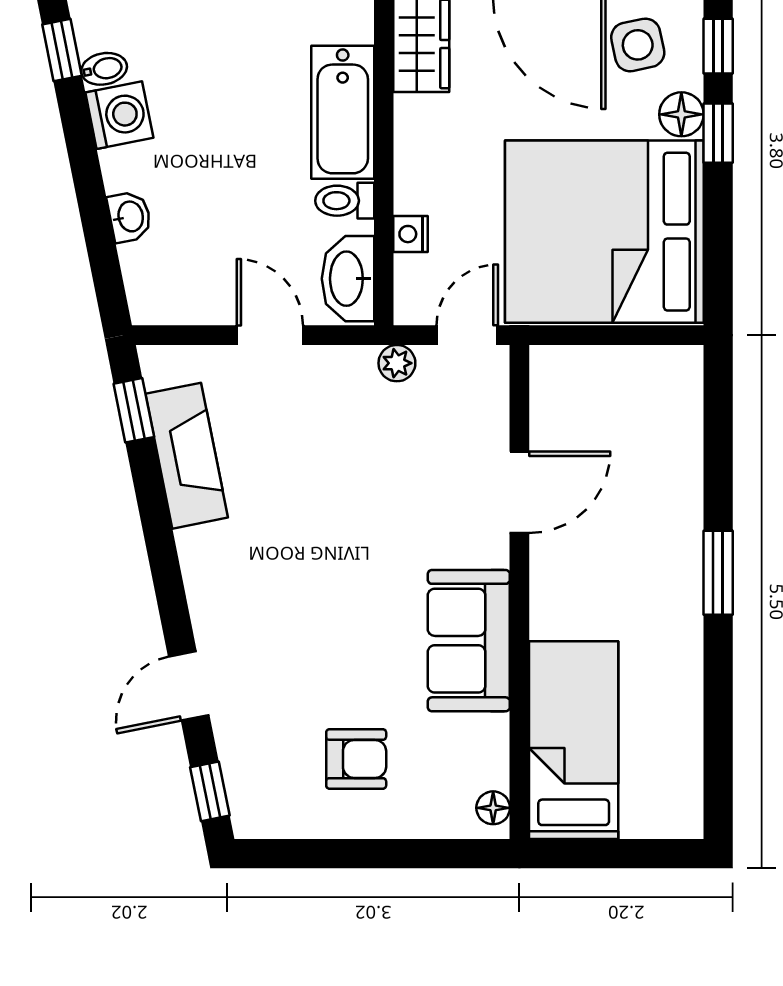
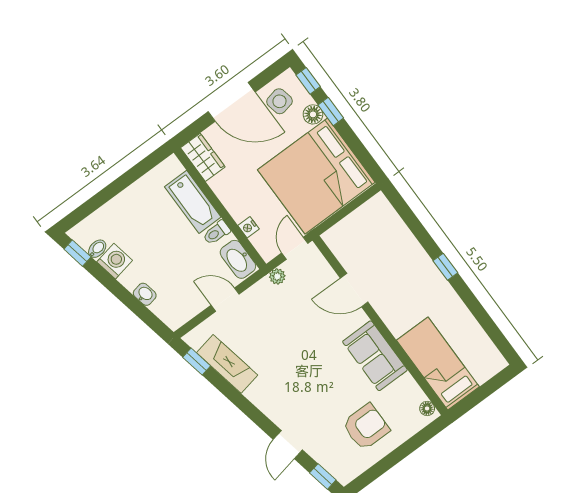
door: (519, 492) -> (354, 290), swing flipped
window: (718, 573) -> (445, 267), width x0.67
armchair: (356, 759) -> (366, 427), width x1.38, depth x1.38

